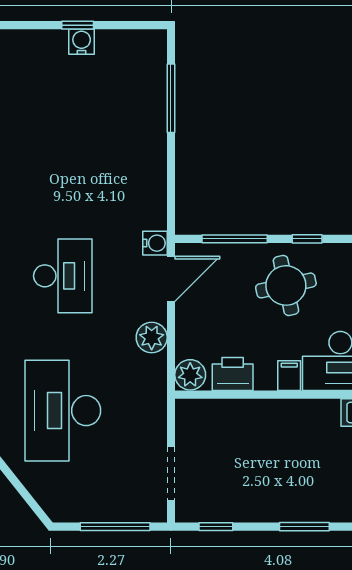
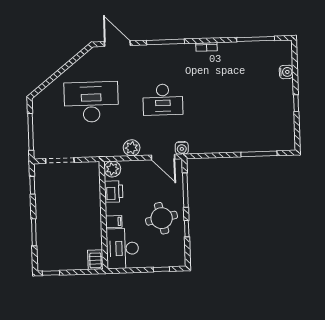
water cooler: (82, 42) -> (286, 72), moved

